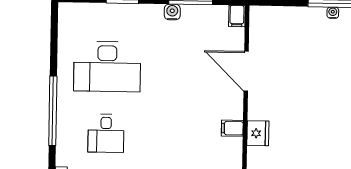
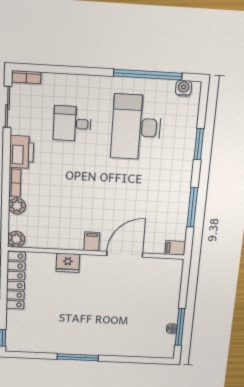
water cooler: (172, 12) -> (184, 88), moved, turned -90
window: (53, 111) -> (148, 75), moved
filing cabinet: (232, 128) -> (92, 242), moved

